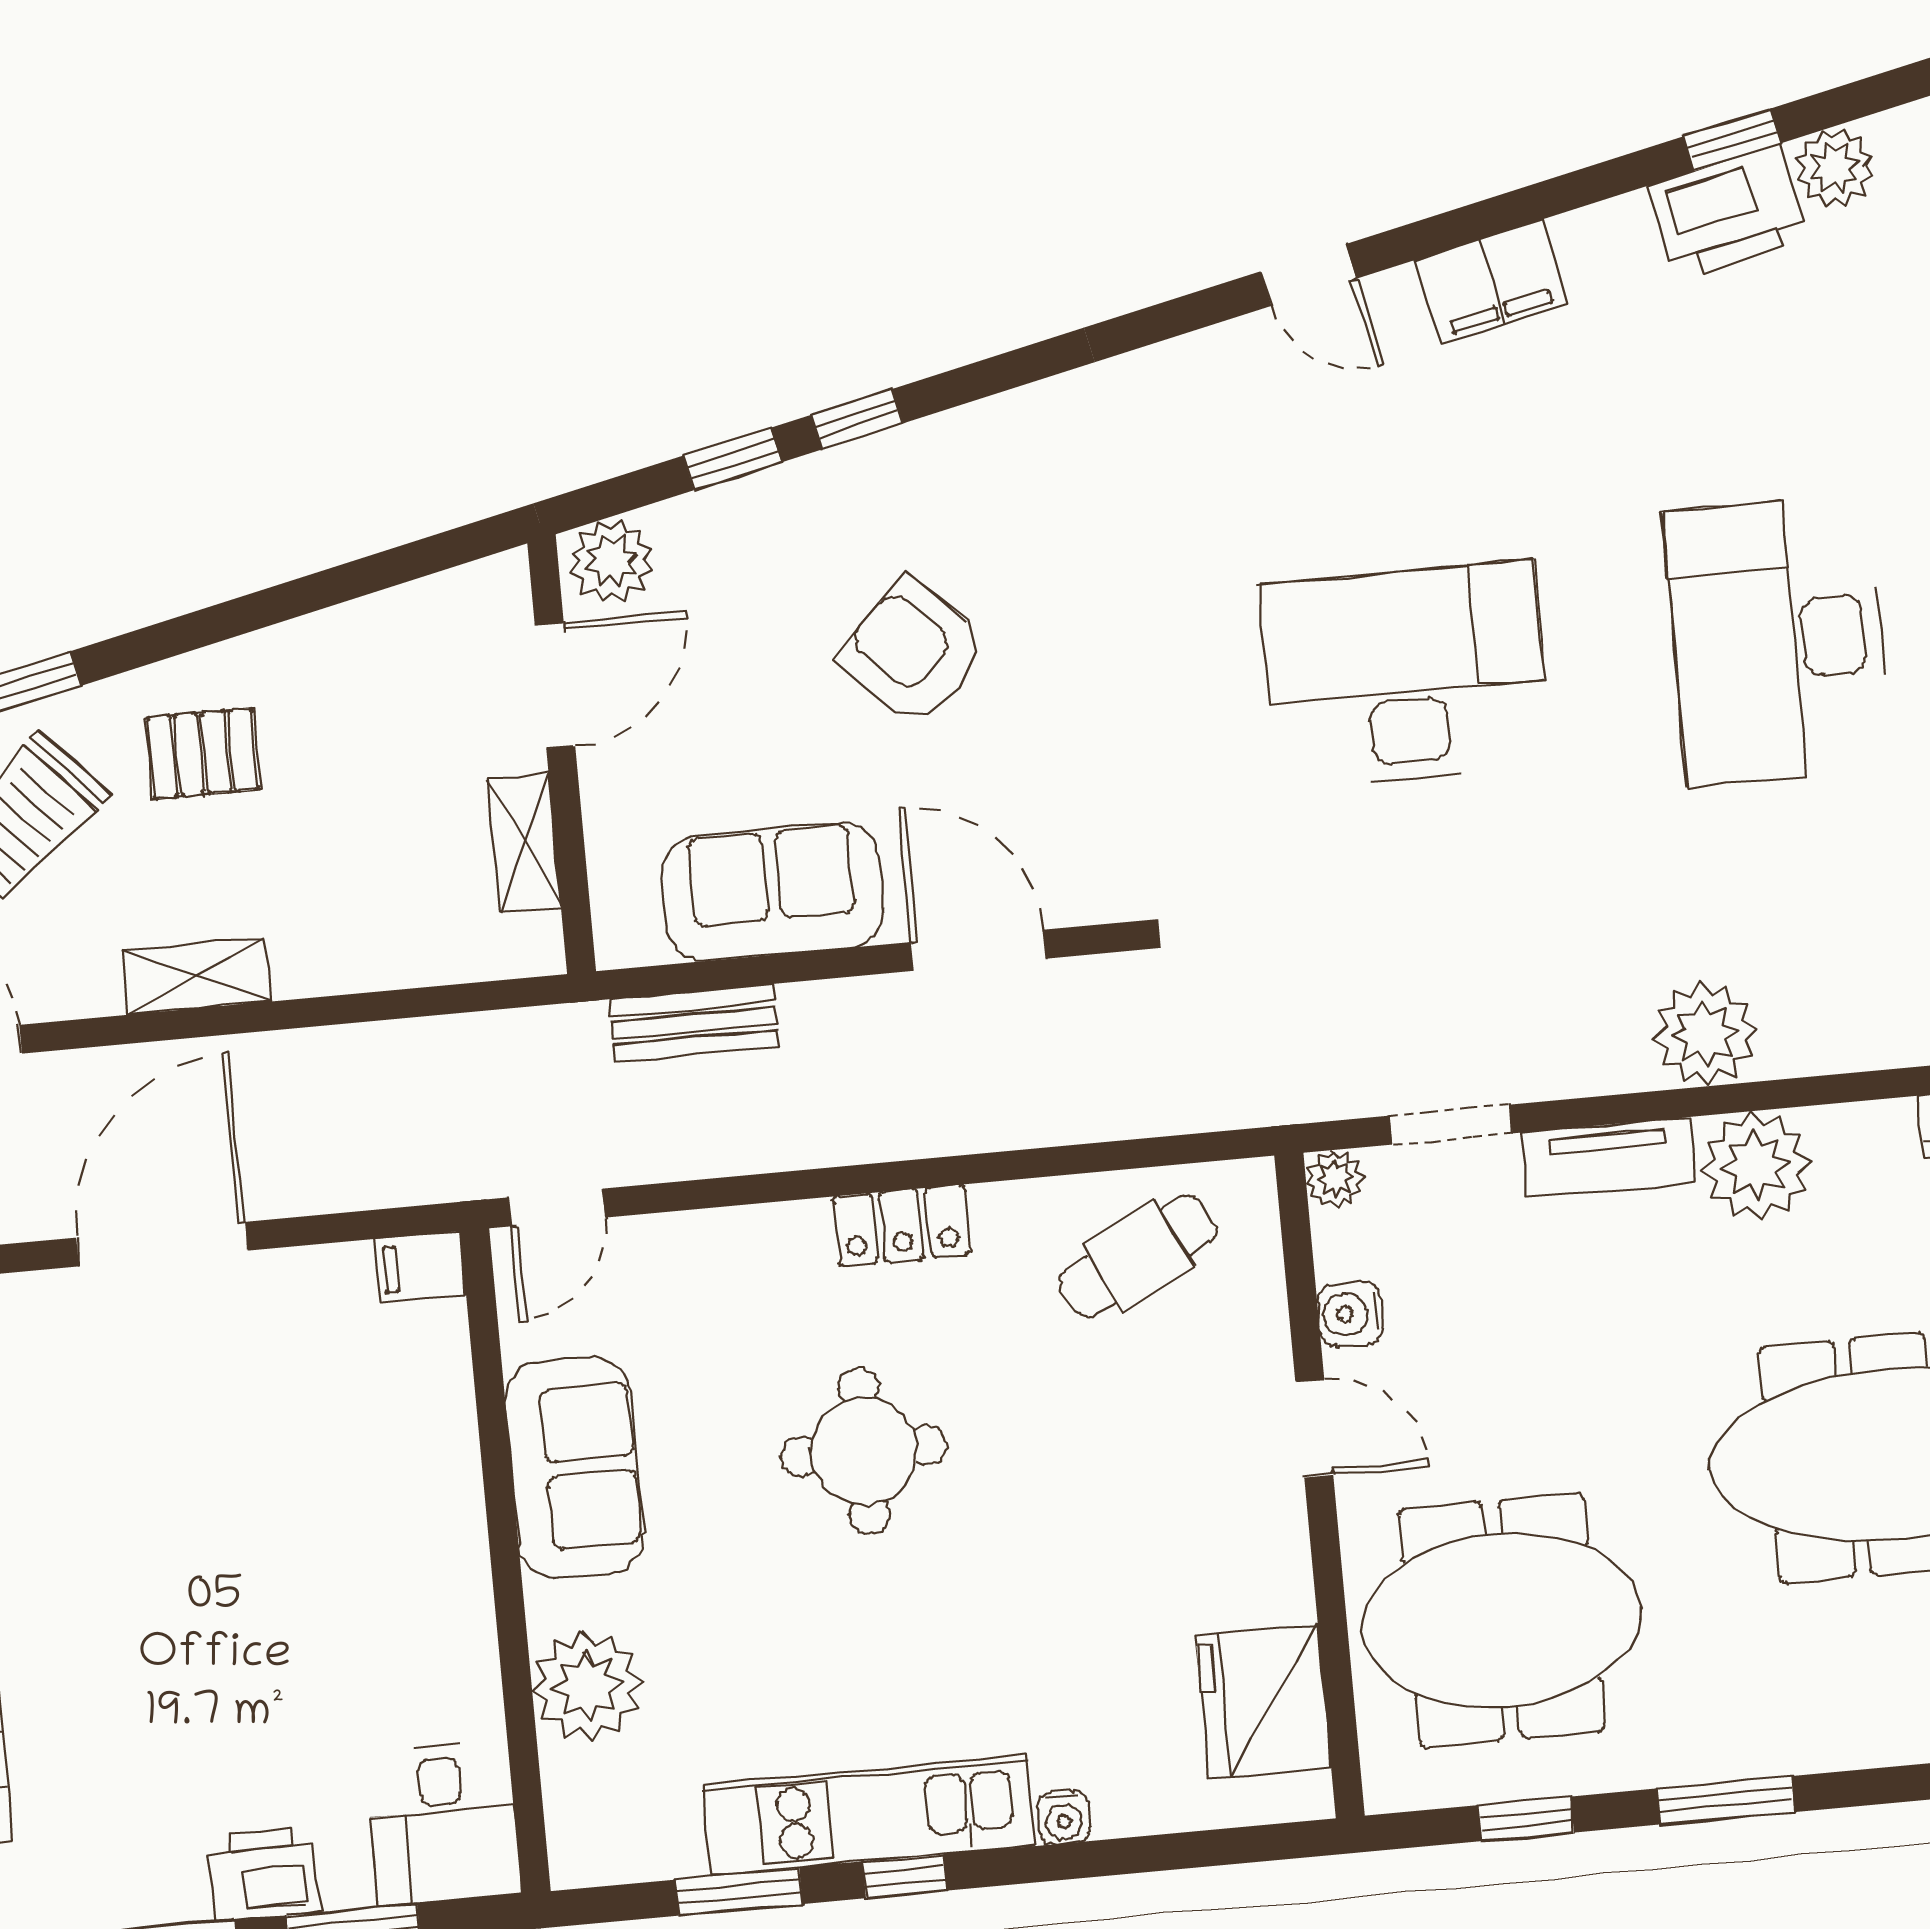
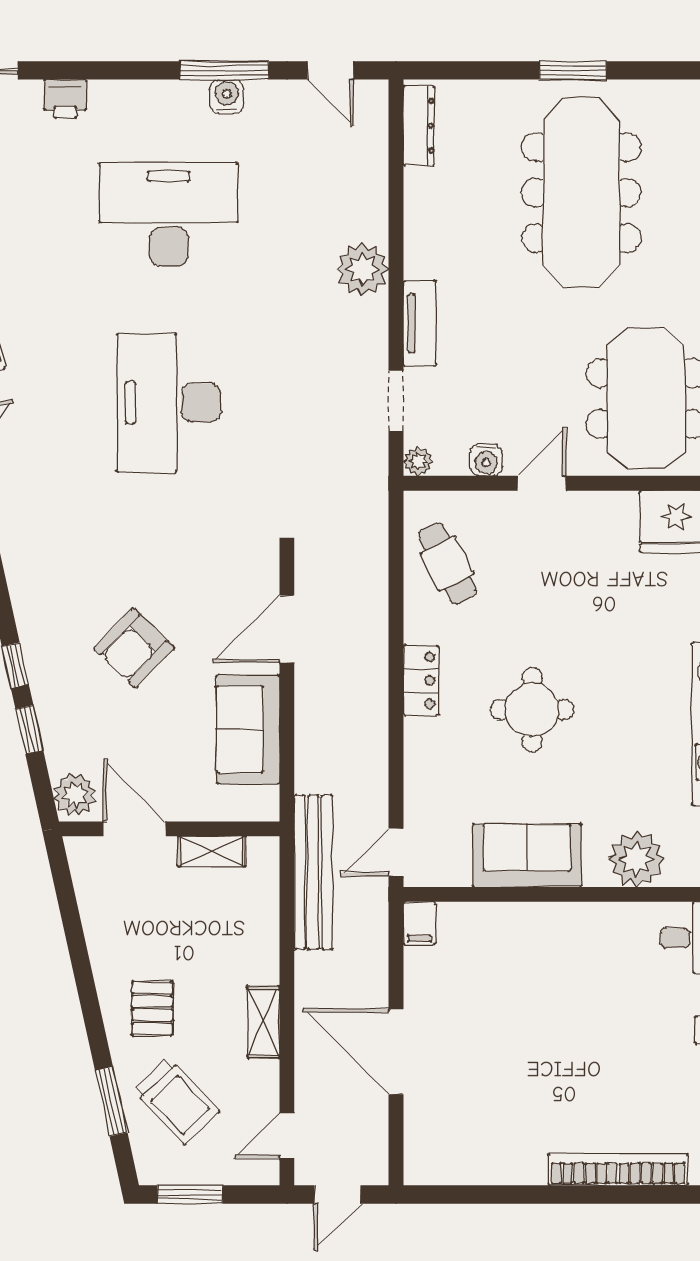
desk: (1778, 640) -> (169, 215), turned 180
bench: (694, 1023) -> (313, 872), moved, width x1.86, depth x1.21
plant: (1756, 1166) -> (431, 250), removed
door: (557, 1207) -> (396, 852), swing flipped

